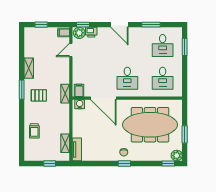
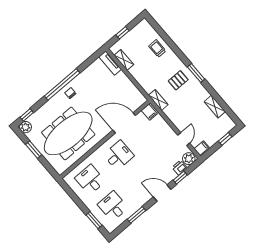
window: (83, 25) -> (180, 178), moved
shelving: (29, 68) -> (215, 107), moved
desk: (127, 78) -> (119, 155), turned 90
water cooler: (80, 104) -> (139, 101), removed
window: (124, 163) -> (62, 84), width x3.17

